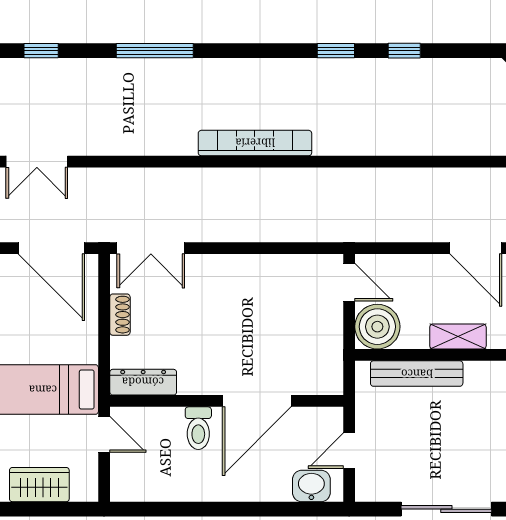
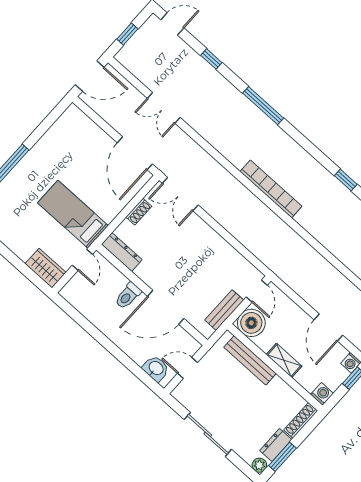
bench: (331, 340) -> (224, 310), added
wardrobe: (39, 485) -> (46, 268), moved

